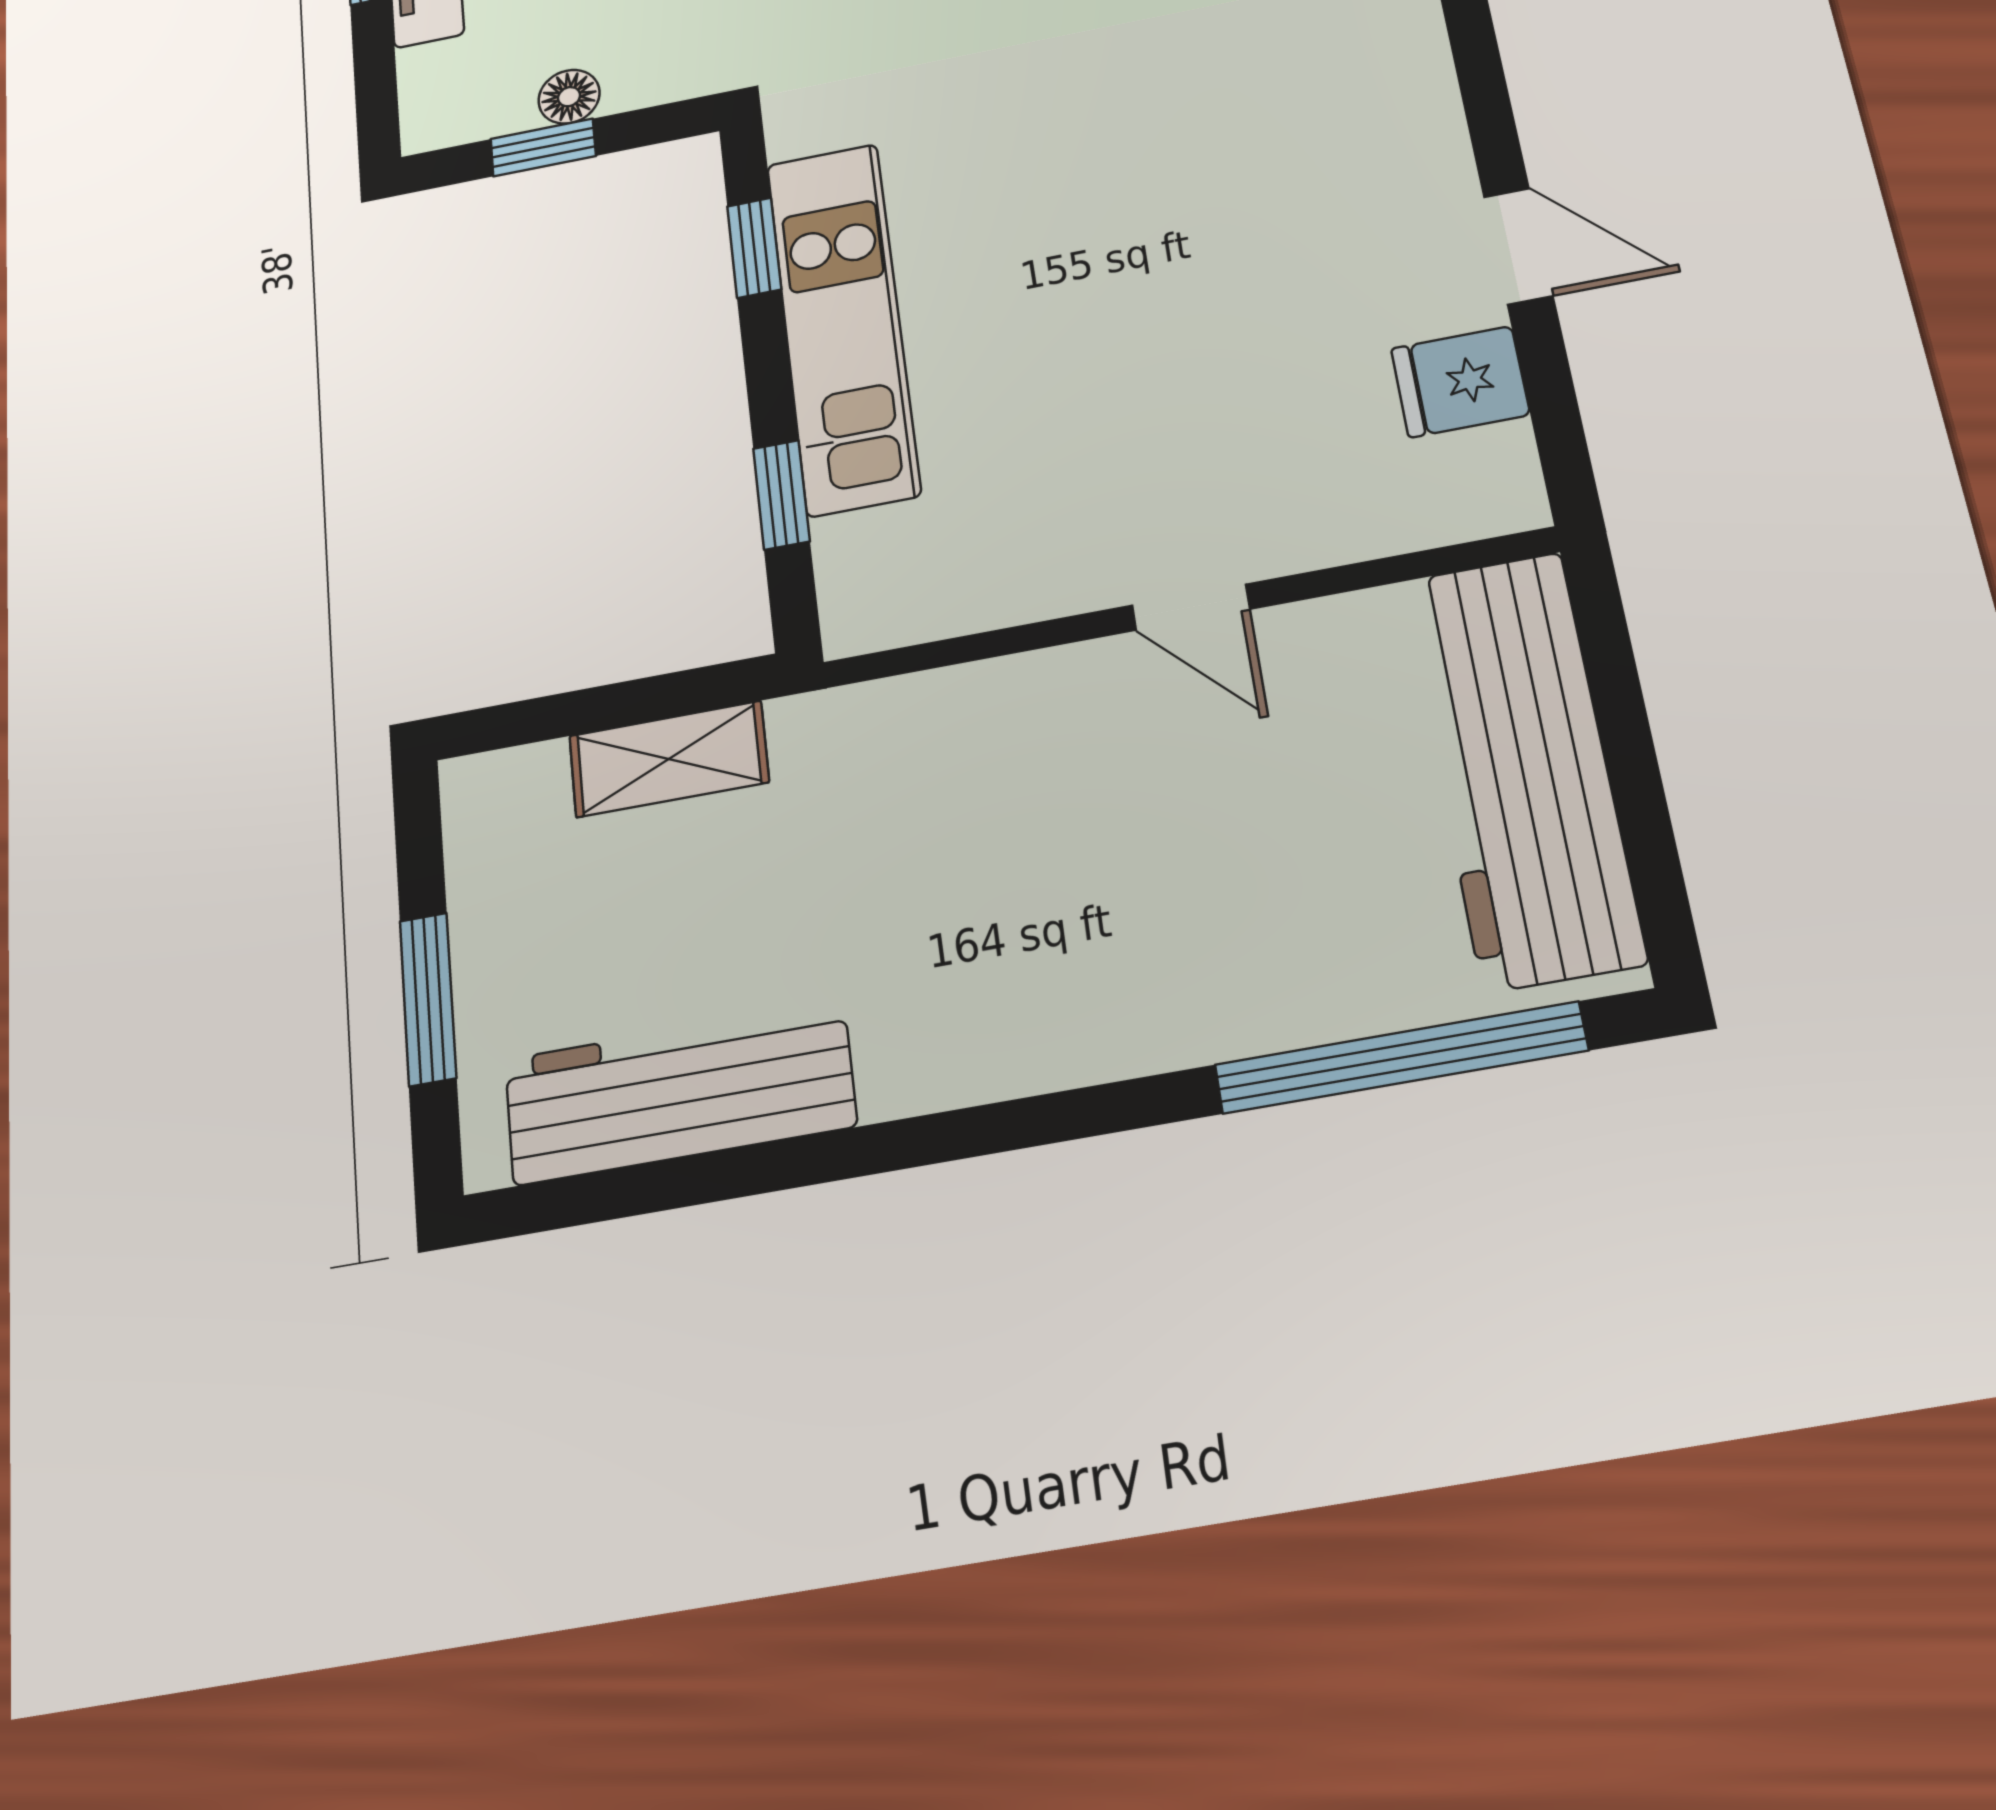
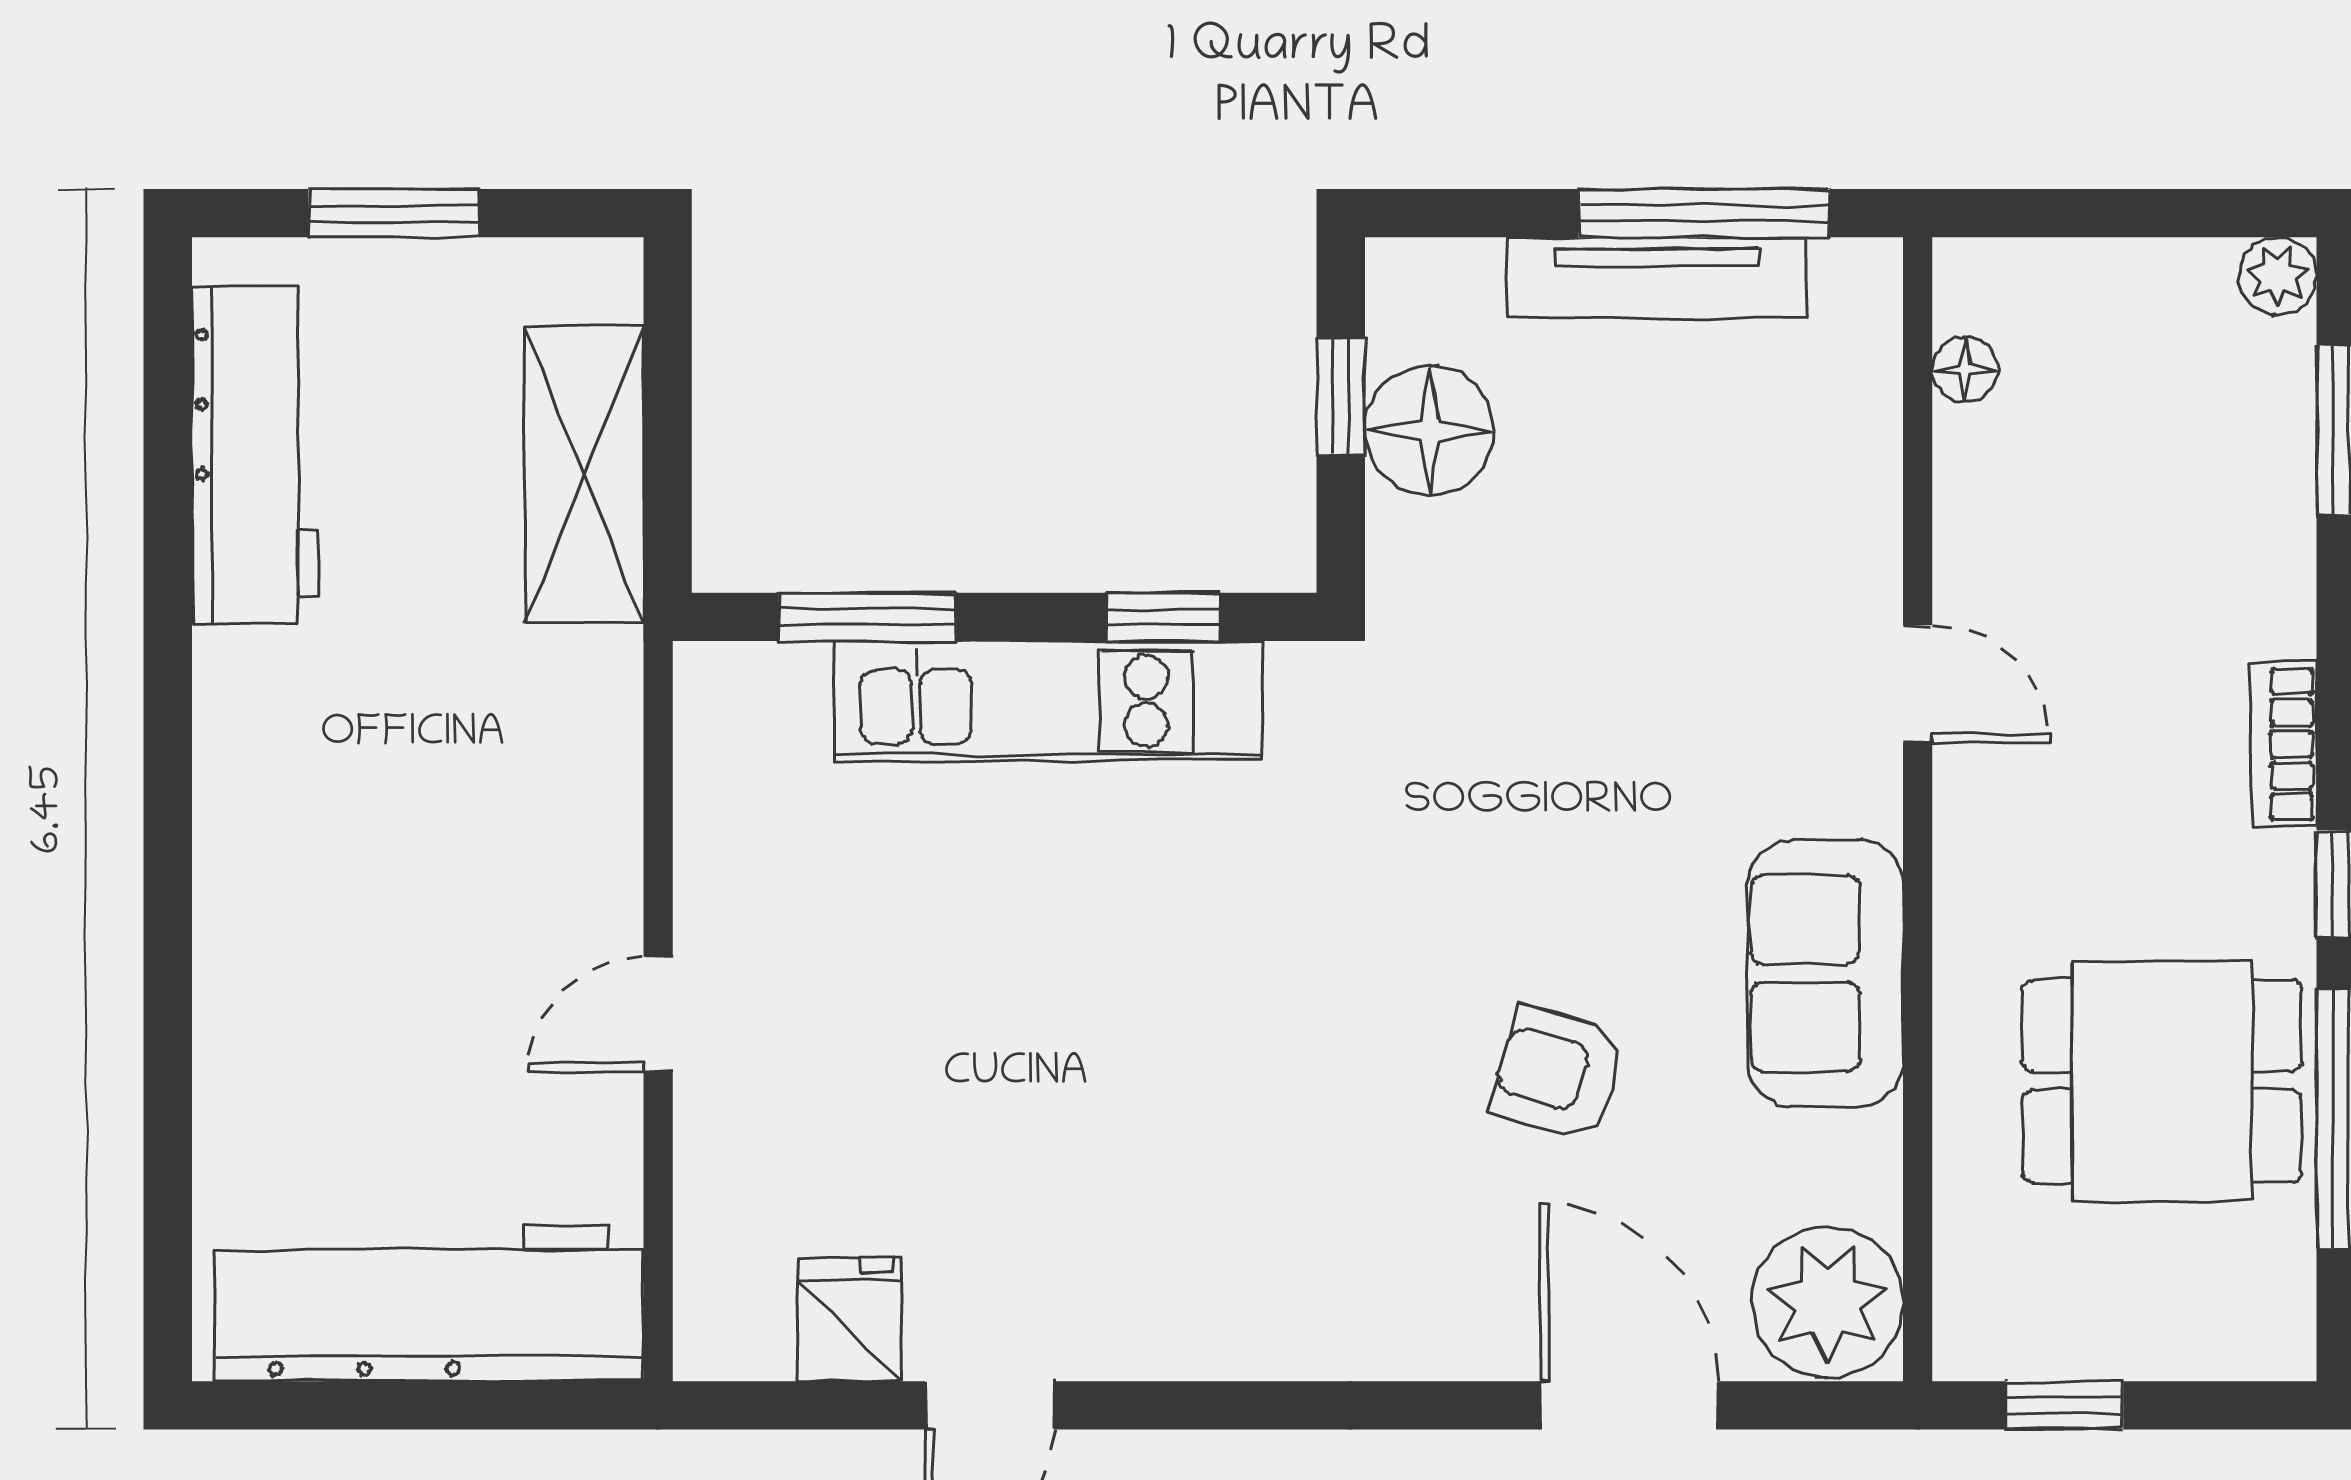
floor lamp: (569, 97) -> (1430, 430), width x1.89, depth x1.89
window: (781, 495) -> (867, 617), width x1.50
shelving: (669, 759) -> (584, 474), width x1.50, depth x1.33
window: (1401, 1058) -> (168, 1139), removed

